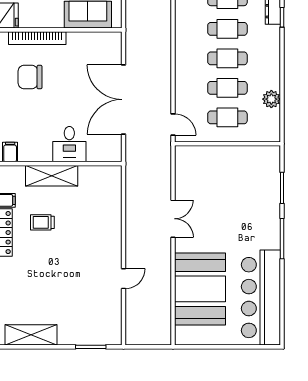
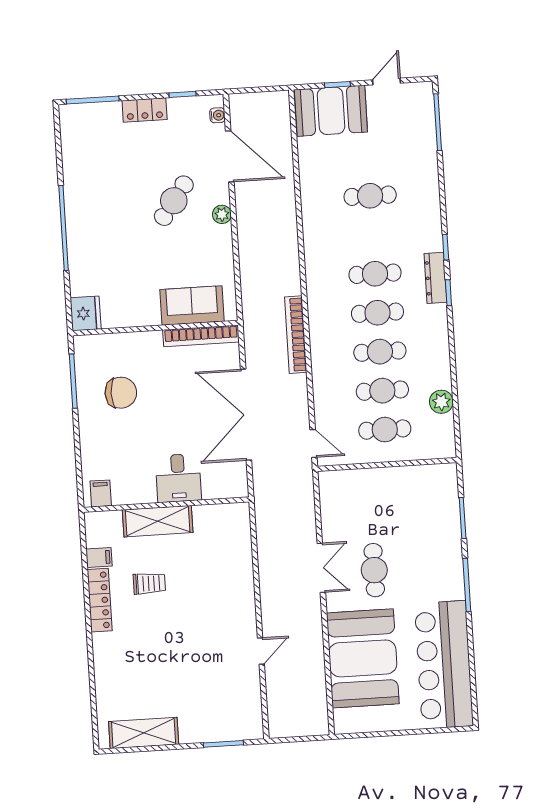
bookcase: (37, 38) -> (201, 336), moved
bookcase: (165, 42) -> (296, 335), added
chair: (30, 77) -> (121, 393), turned 180
trolley: (42, 222) -> (149, 584), turned 180
cafe table: (213, 223) -> (374, 570), added

